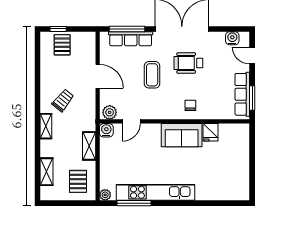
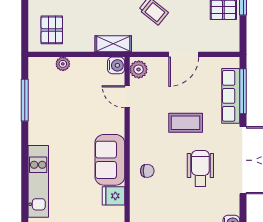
shelving: (89, 146) -> (113, 44), moved
pallet: (78, 181) -> (52, 30), turned 90
kitchen unit: (155, 192) -> (38, 181), moved, width x0.73
plant: (105, 195) -> (63, 64), moved

